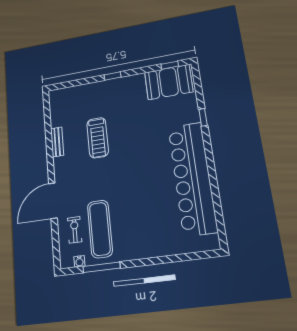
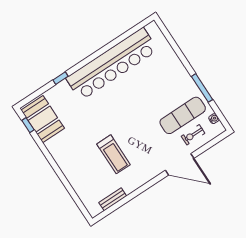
window: (113, 76) -> (57, 169), removed
treadmill: (98, 138) -> (113, 154), turned 90
bench: (57, 142) -> (113, 199), moved
window: (102, 267) -> (202, 88), moved

